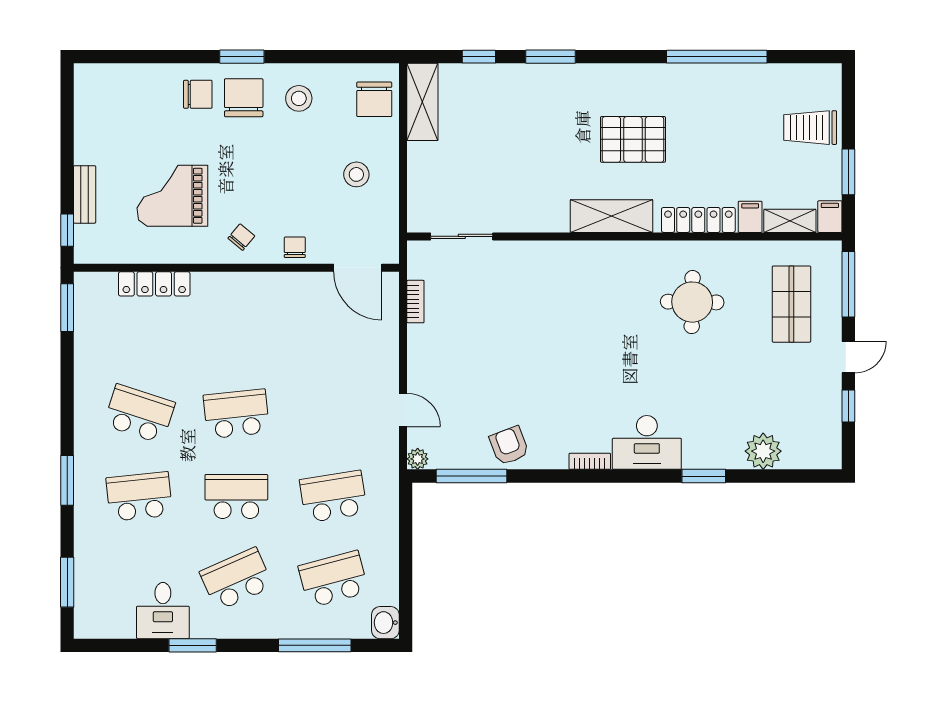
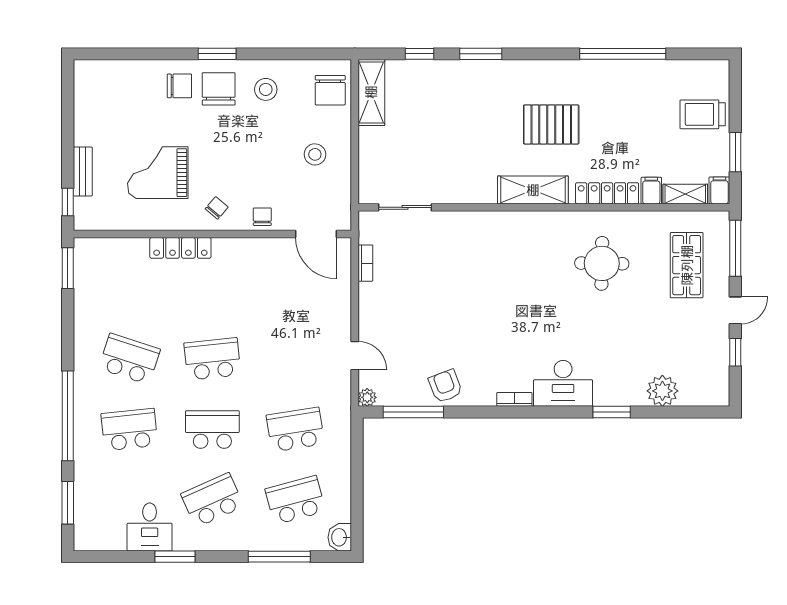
locker: (154, 284) -> (180, 248), moved
window: (67, 480) -> (68, 416), width x2.11

